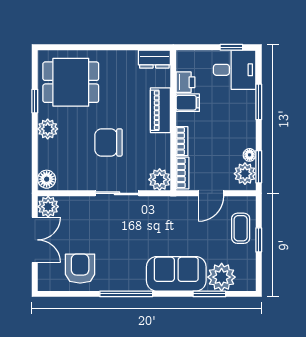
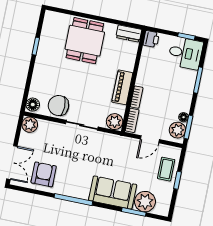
dining table: (71, 82) -> (85, 41), moved, turned 90
printer: (185, 82) -> (151, 39), moved
filing cabinet: (188, 103) -> (147, 70), removed
piano: (160, 110) -> (122, 87), moved
plant: (48, 129) -> (41, 68), removed
chair: (109, 142) -> (58, 106), moved
double door: (35, 240) -> (12, 163), moved

